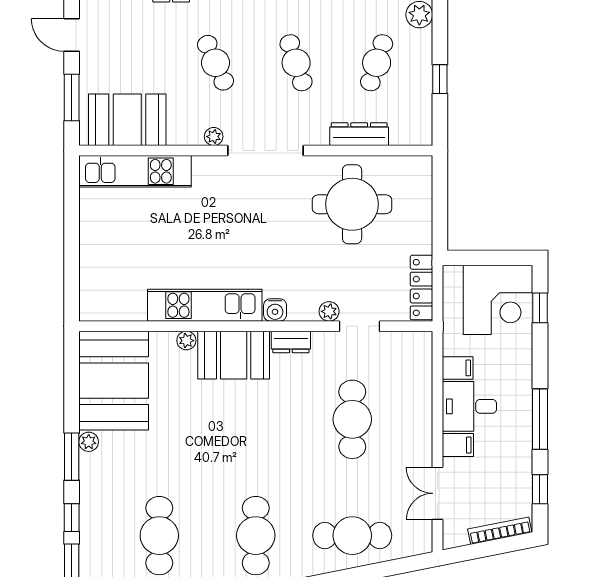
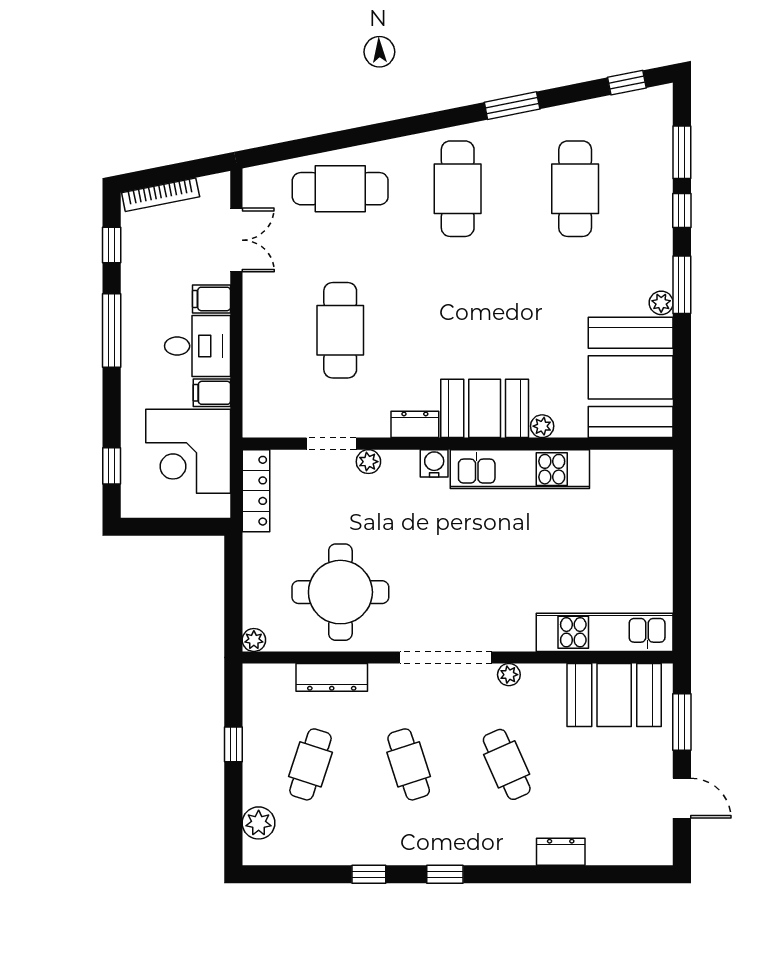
plant: (423, 165) -> (254, 640), added
corner desk: (498, 300) -> (188, 451), moved, turned -90

